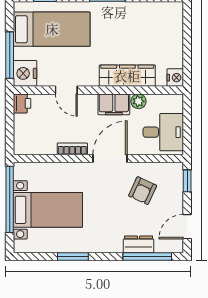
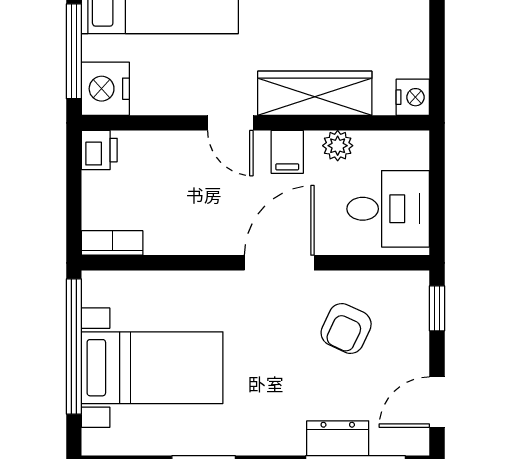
door: (66, 90) -> (230, 123), moved
filing cabinet: (114, 104) -> (287, 152), width x0.50
bookcase: (72, 149) -> (112, 243), moved

